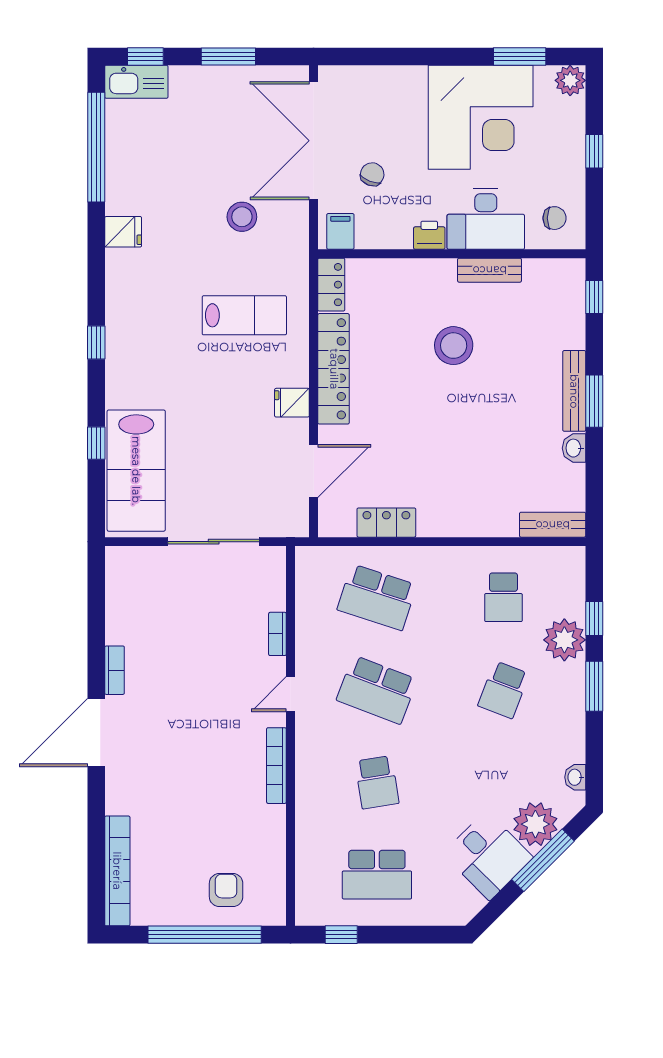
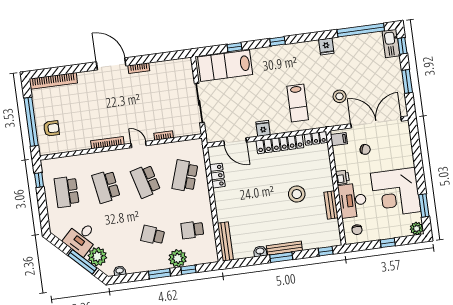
bench: (553, 525) -> (225, 241), width x1.36
school desk: (377, 690) -> (146, 181), turned -36
school desk: (377, 782) -> (106, 187), width x1.85

